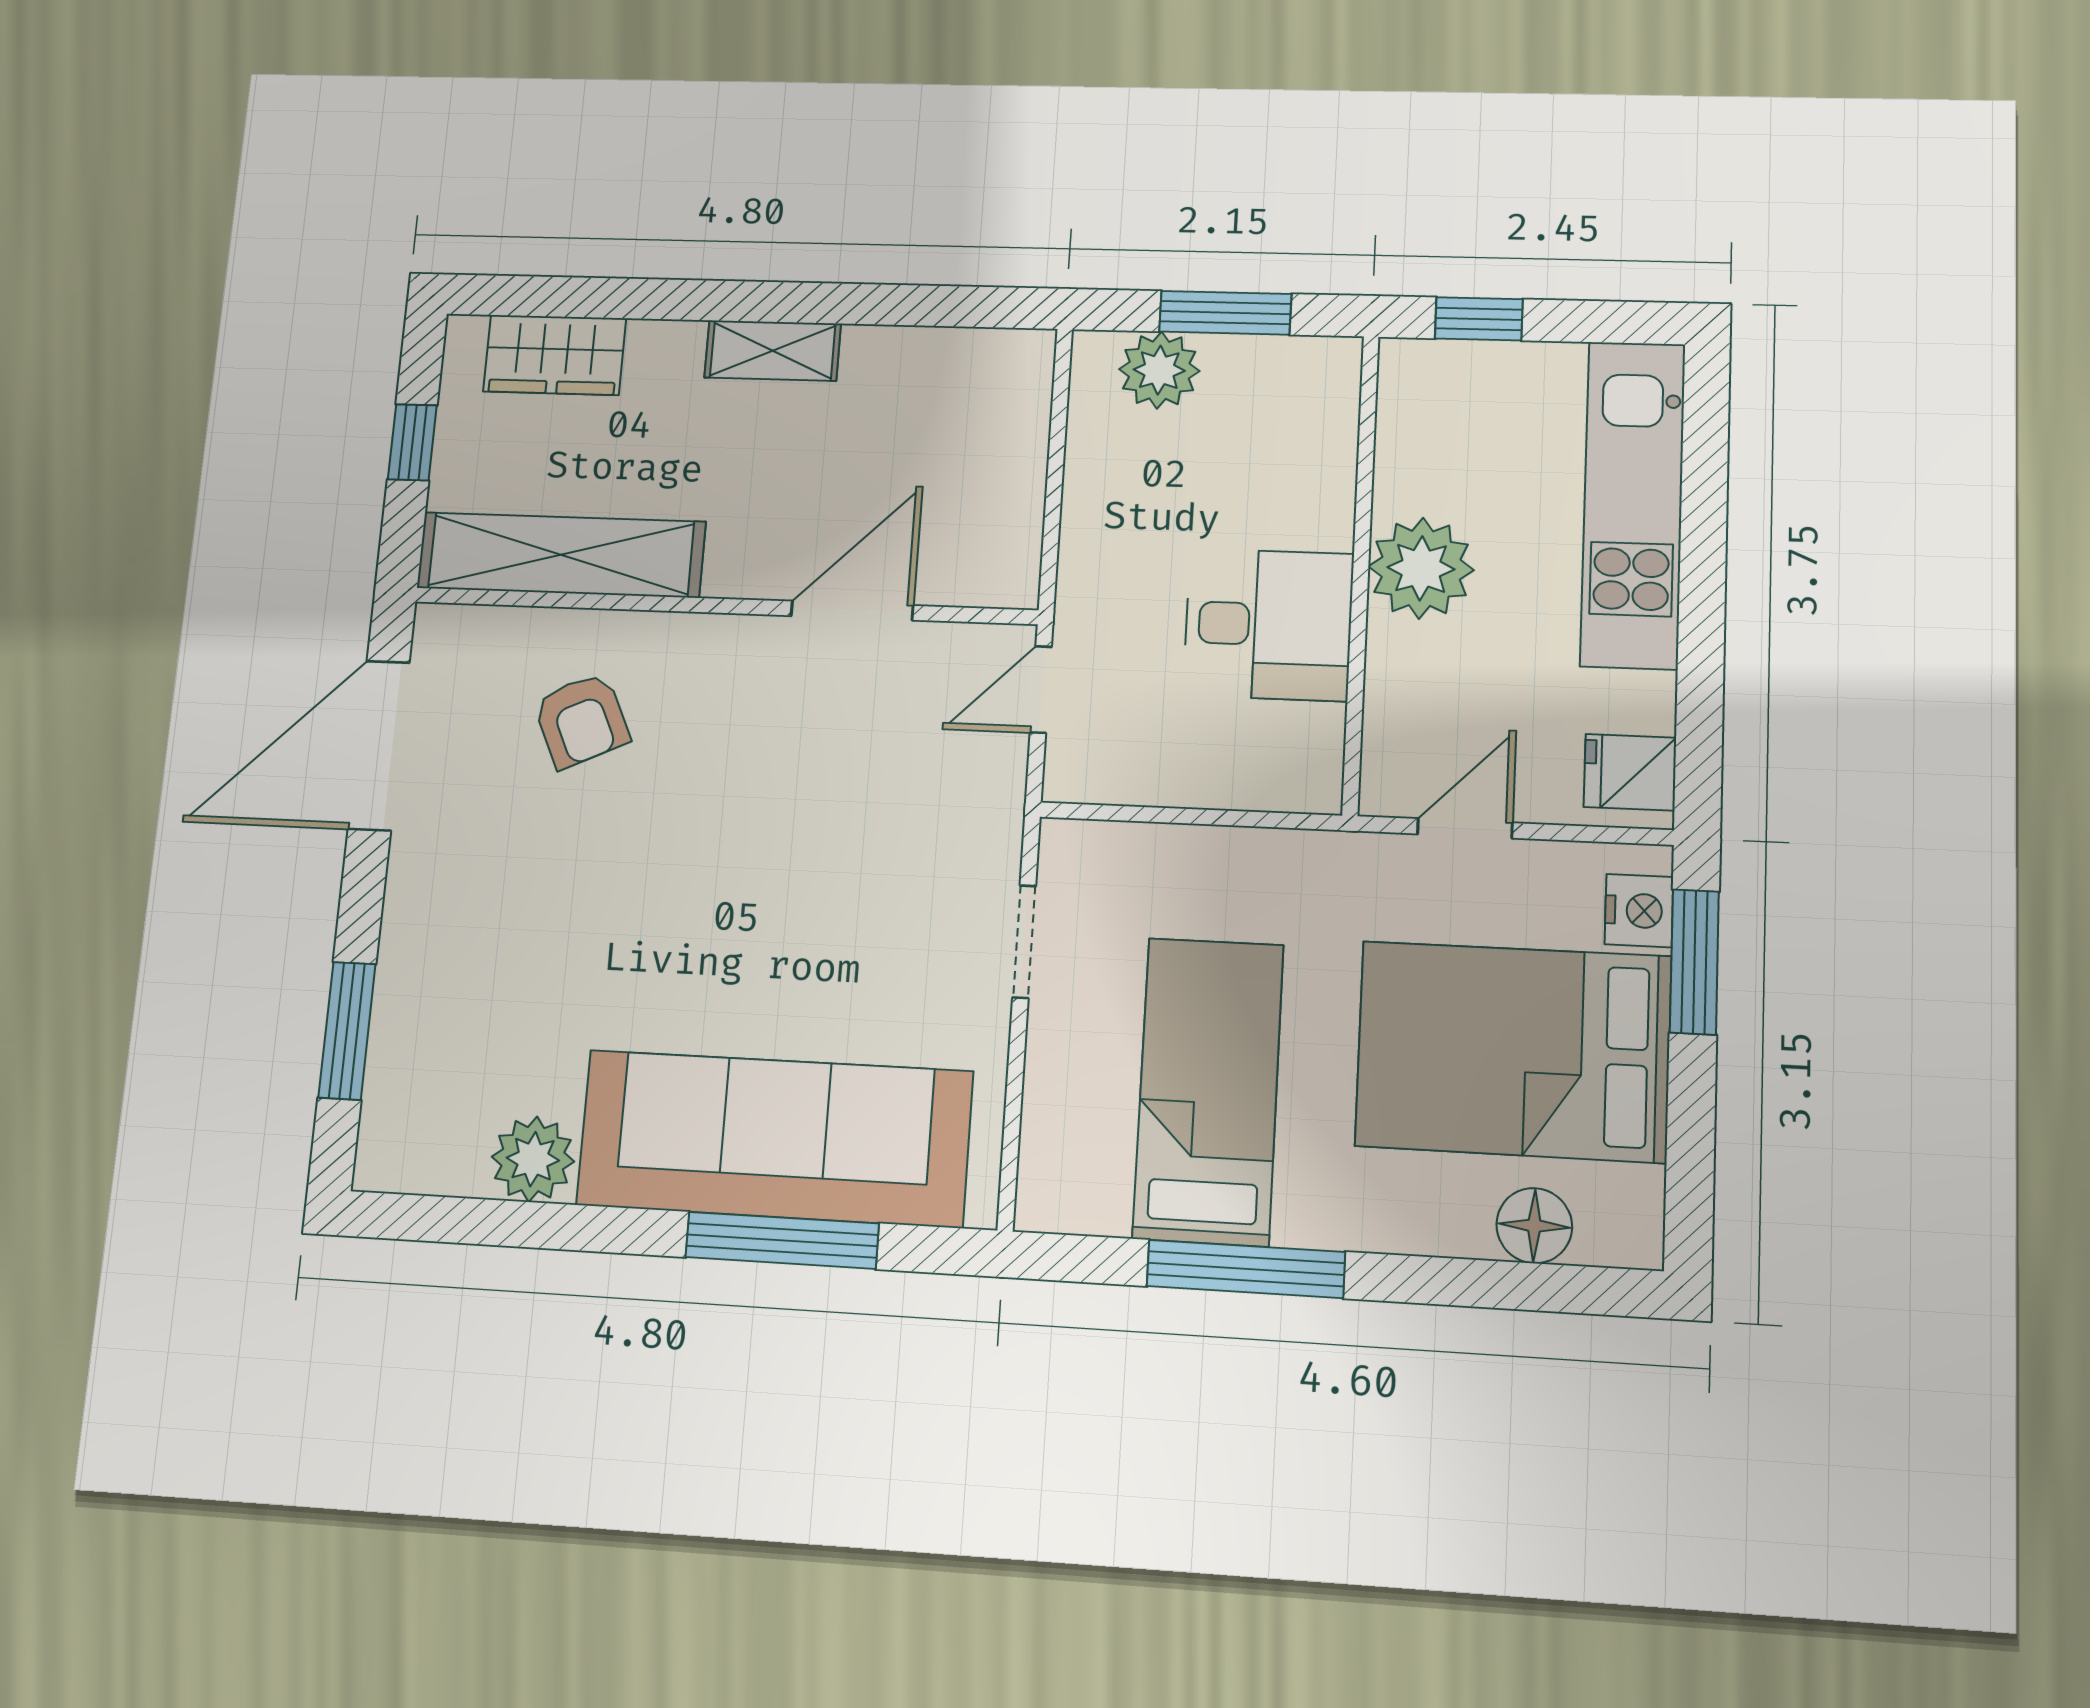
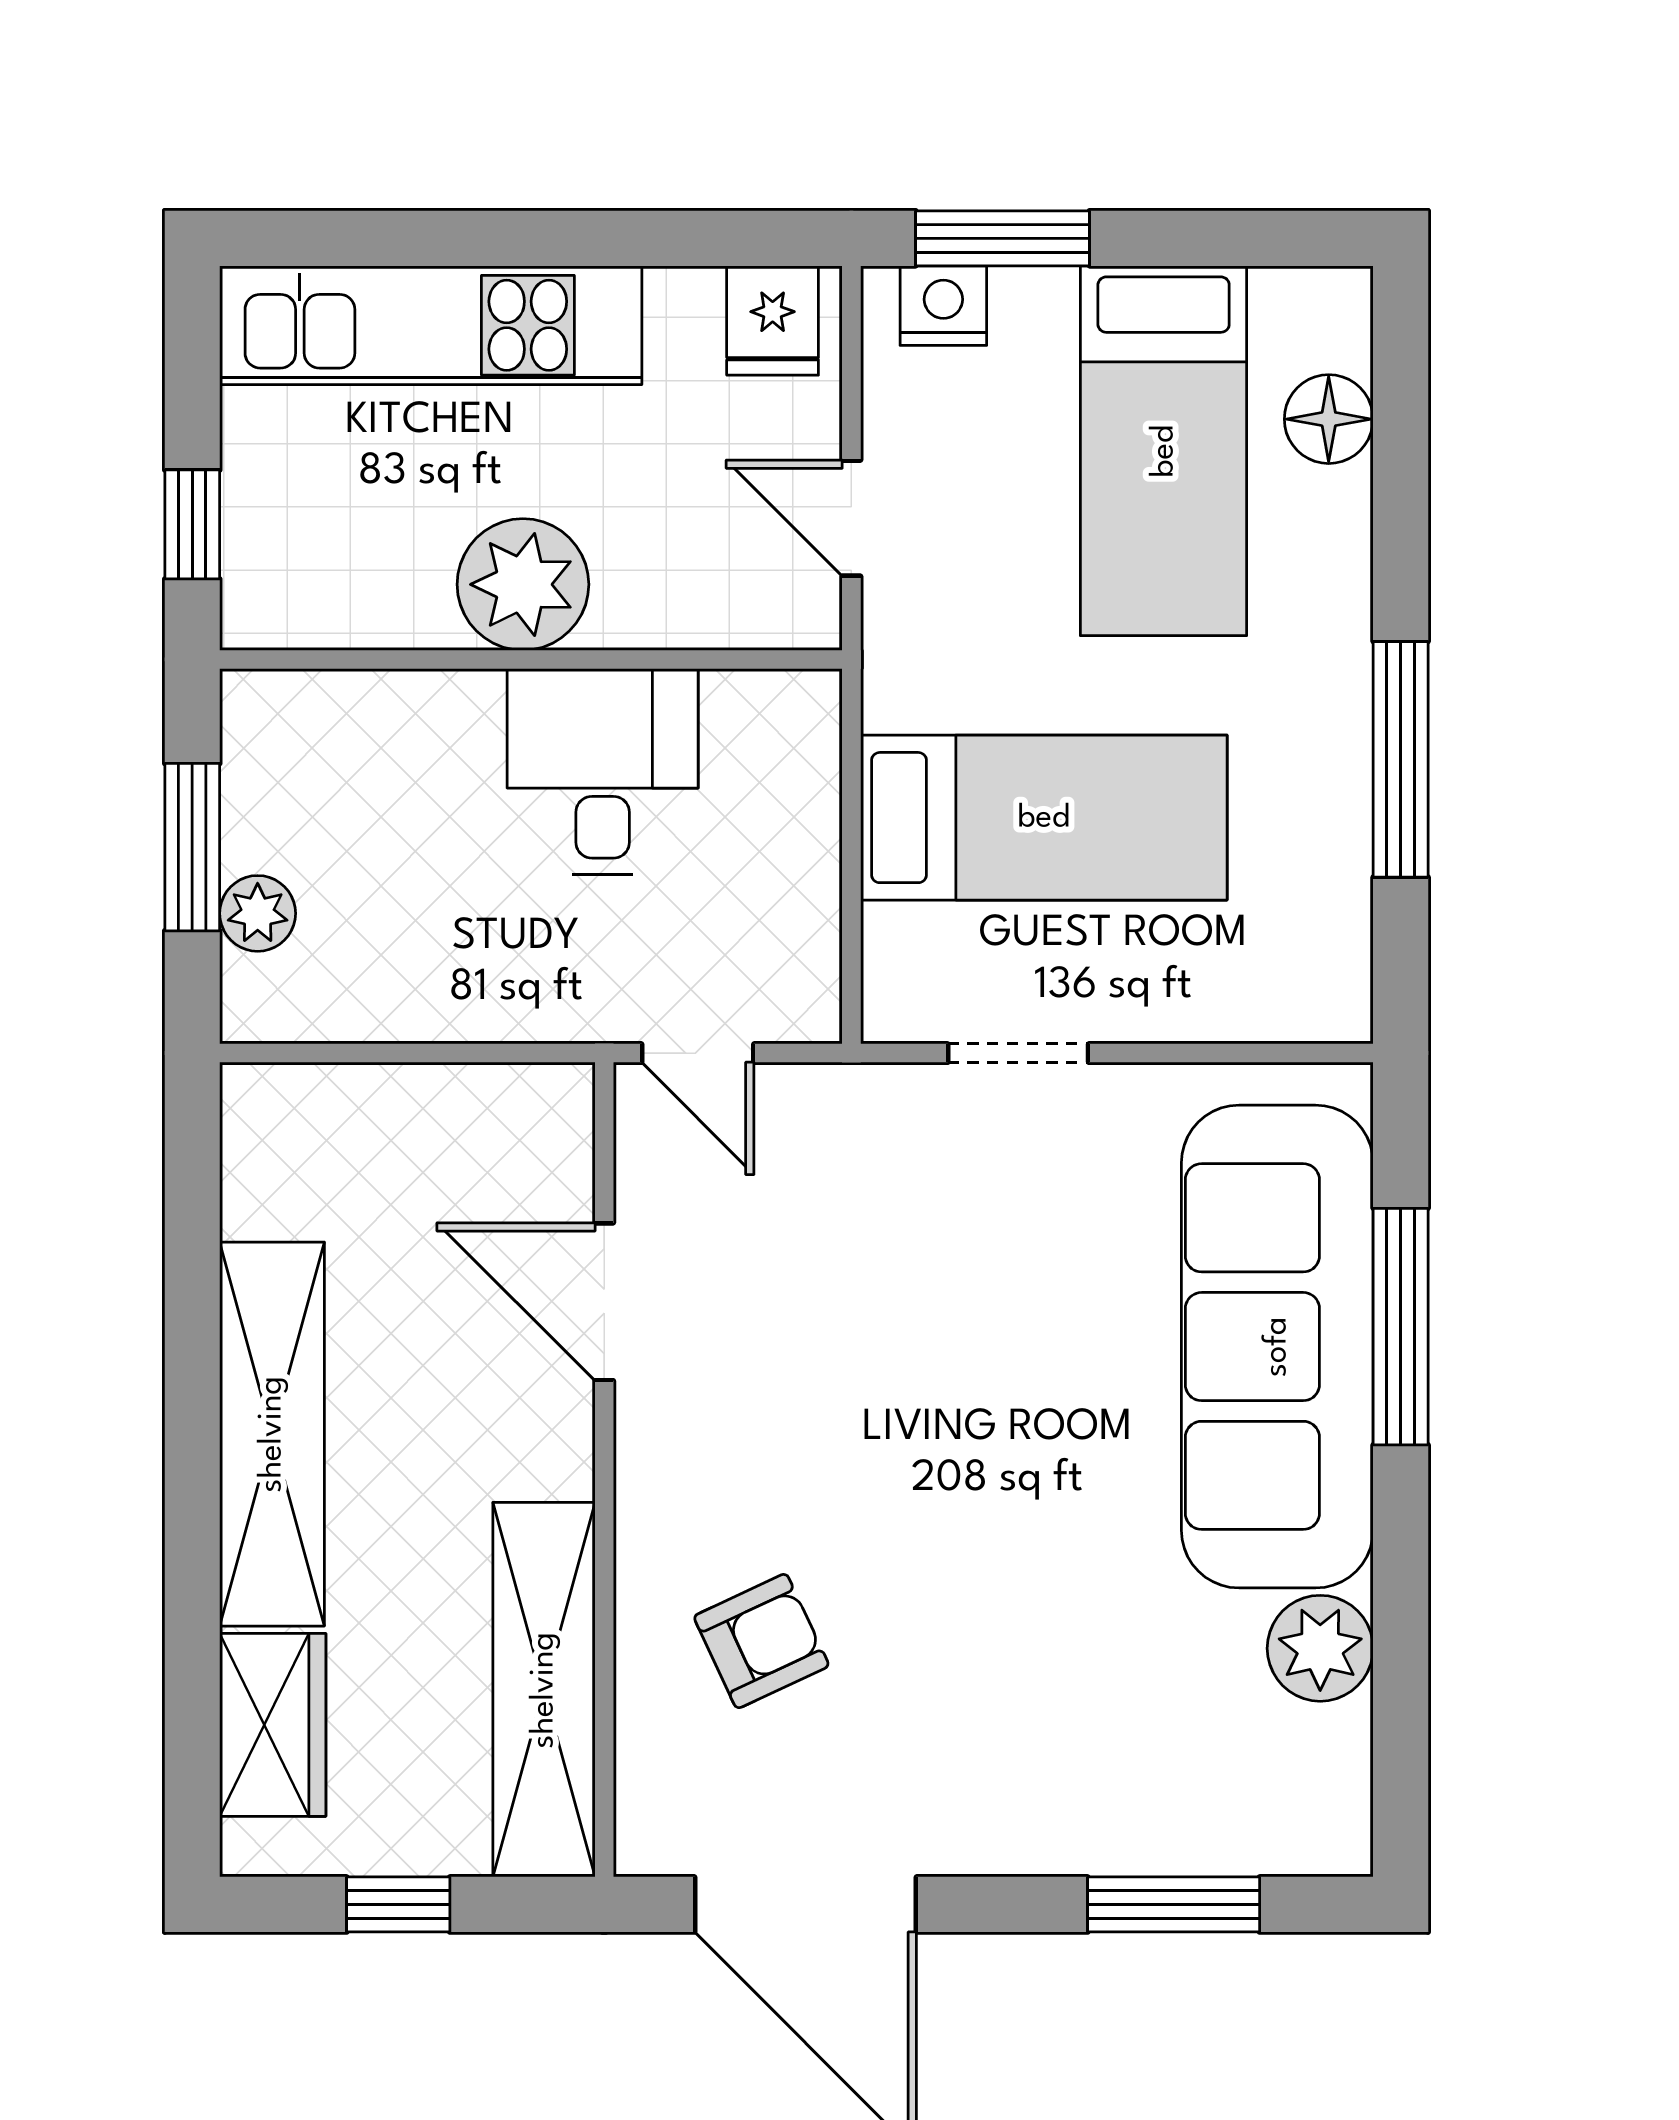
shelving: (773, 351) -> (272, 1434), width x2.20, depth x1.33
plant: (1159, 370) -> (258, 913), width x0.73, depth x0.73
bed: (1513, 1051) -> (1164, 451), width x0.67
bed: (1208, 1091) -> (1044, 818), moved, turned 180

